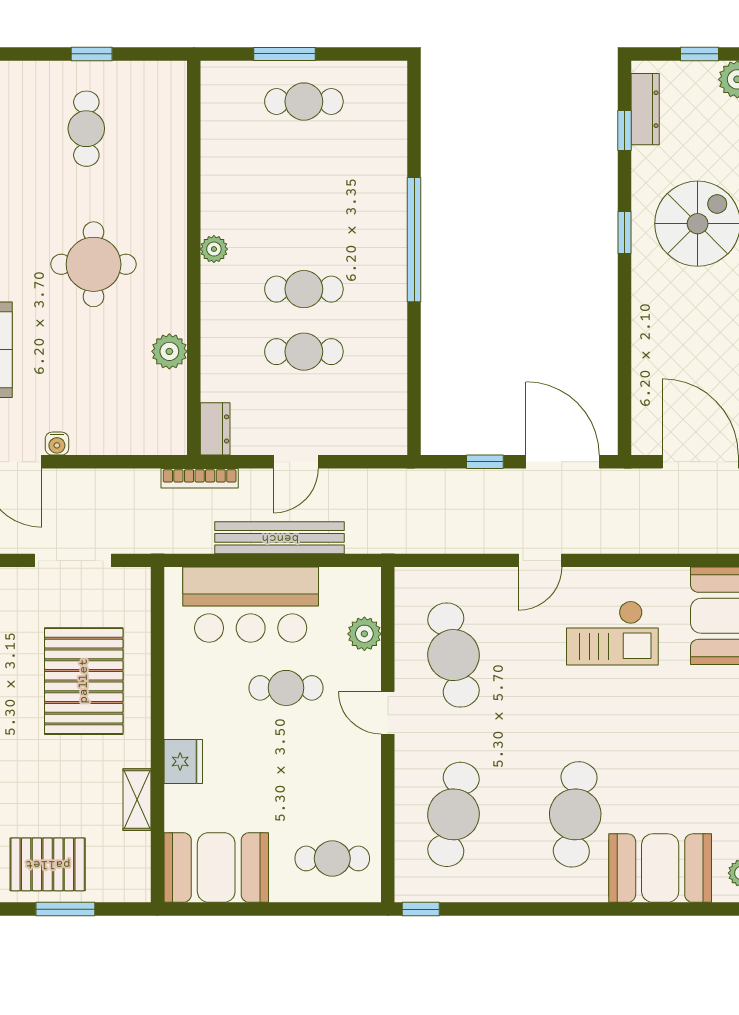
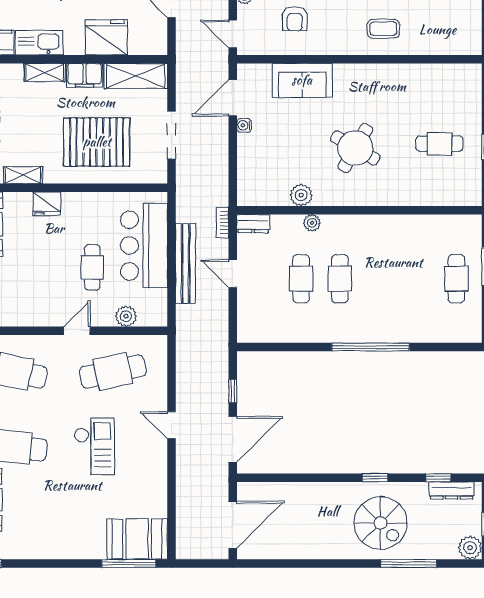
plant: (214, 249) -> (312, 223), moved
round table: (94, 264) -> (355, 148), turned 30
bookcase: (200, 478) -> (222, 223), width x0.64
checkout: (612, 633) -> (94, 446), moved, turned 180

